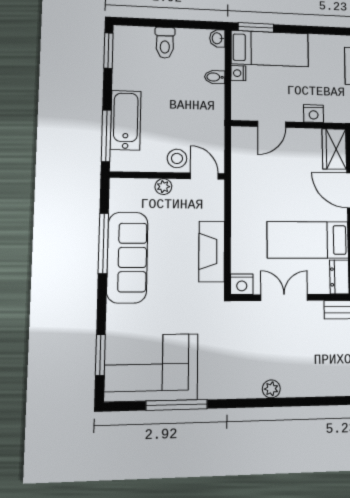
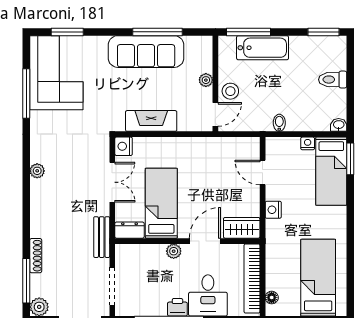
bidet: (215, 77) -> (279, 123), moved

